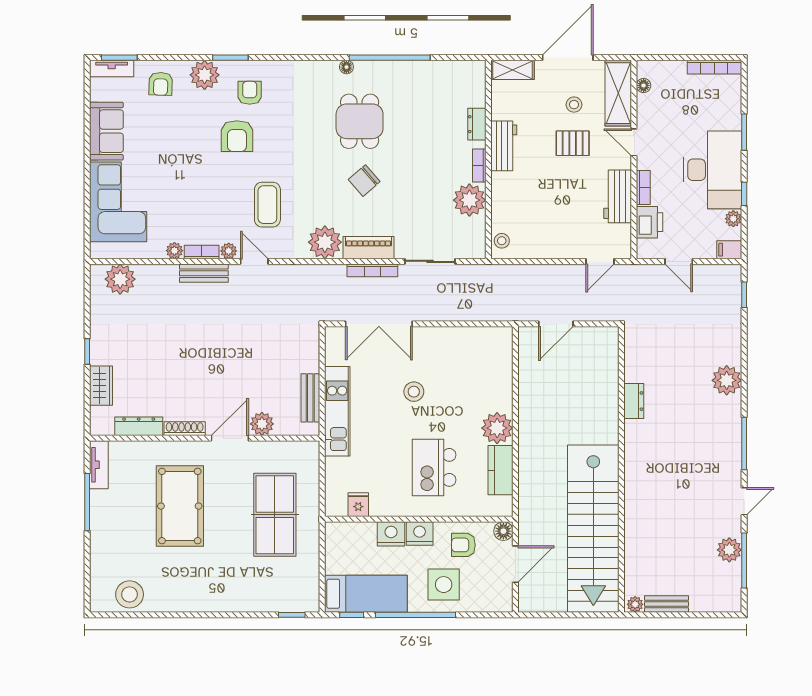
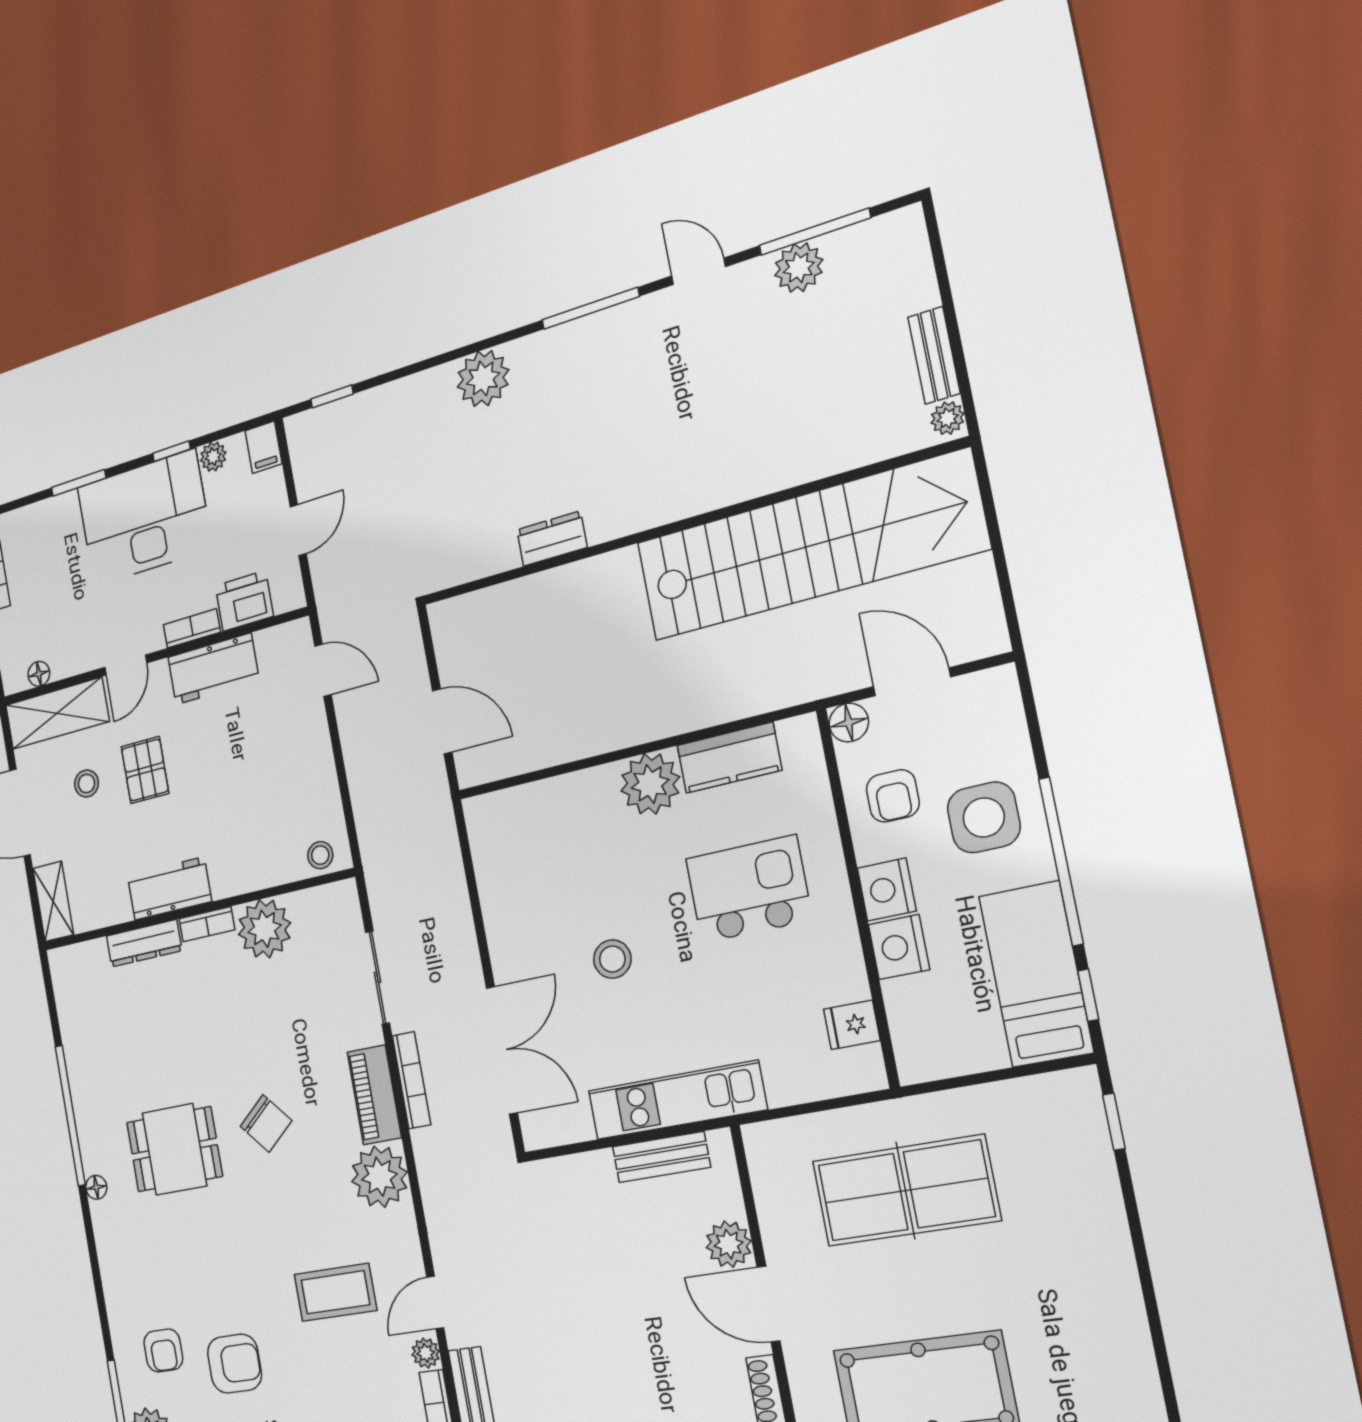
armchair: (250, 93) -> (163, 1350), turned -90
dresser: (477, 124) -> (144, 943), width x1.44
kitchen island: (434, 467) -> (749, 889), turned 180

